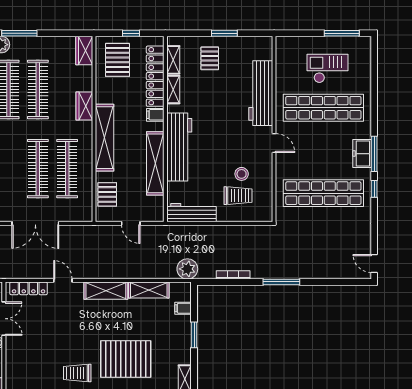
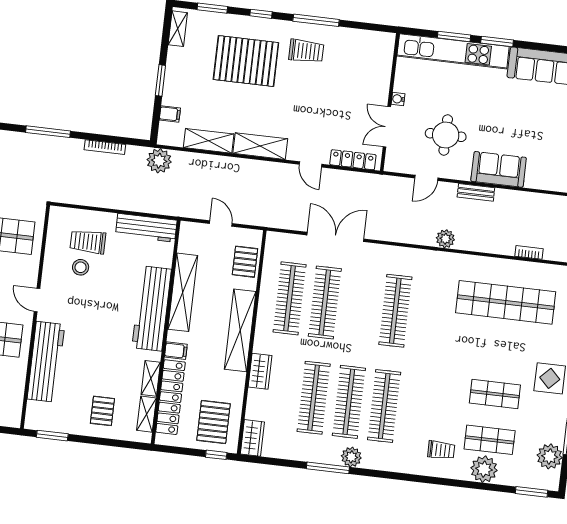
window: (131, 33) -> (216, 455), moved
window: (224, 33) -> (52, 436), moved

